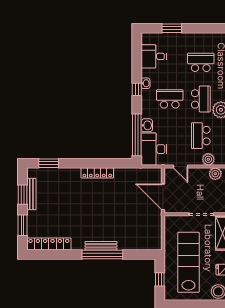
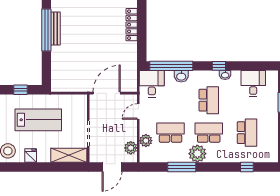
school desk: (201, 99) -> (209, 133), turned 180
desk: (154, 149) -> (152, 84), width x0.73
lab bench: (188, 262) -> (38, 120), width x0.73

